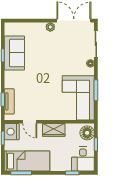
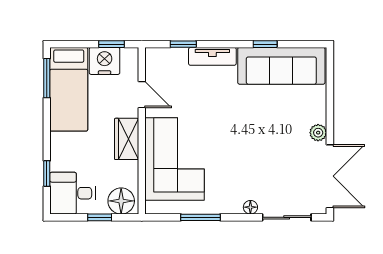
sofa: (14, 53) -> (281, 66), width x1.36
corner sofa: (78, 98) -> (175, 159), moved, turned 90
tv unit: (9, 101) -> (212, 56), moved
door: (30, 122) -> (142, 95), swing flipped
nightstand: (12, 132) -> (105, 61), moved

